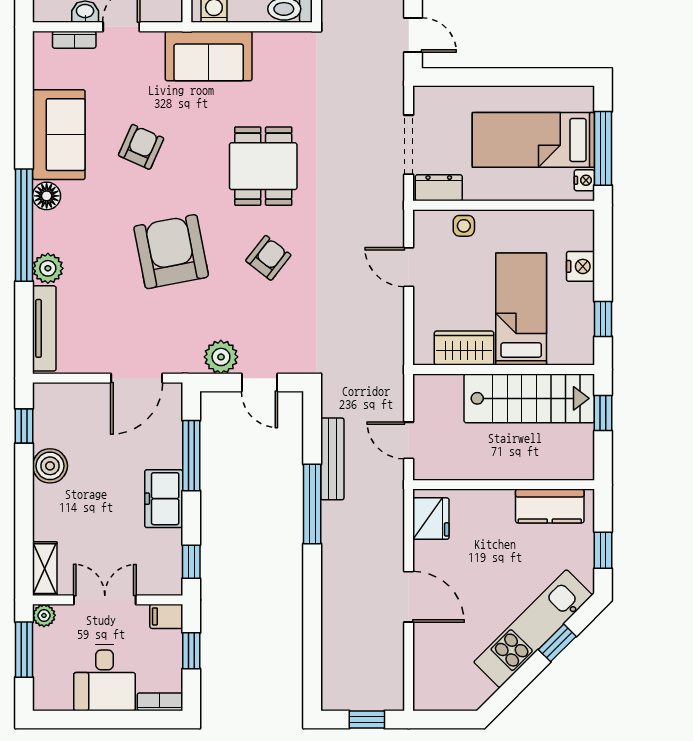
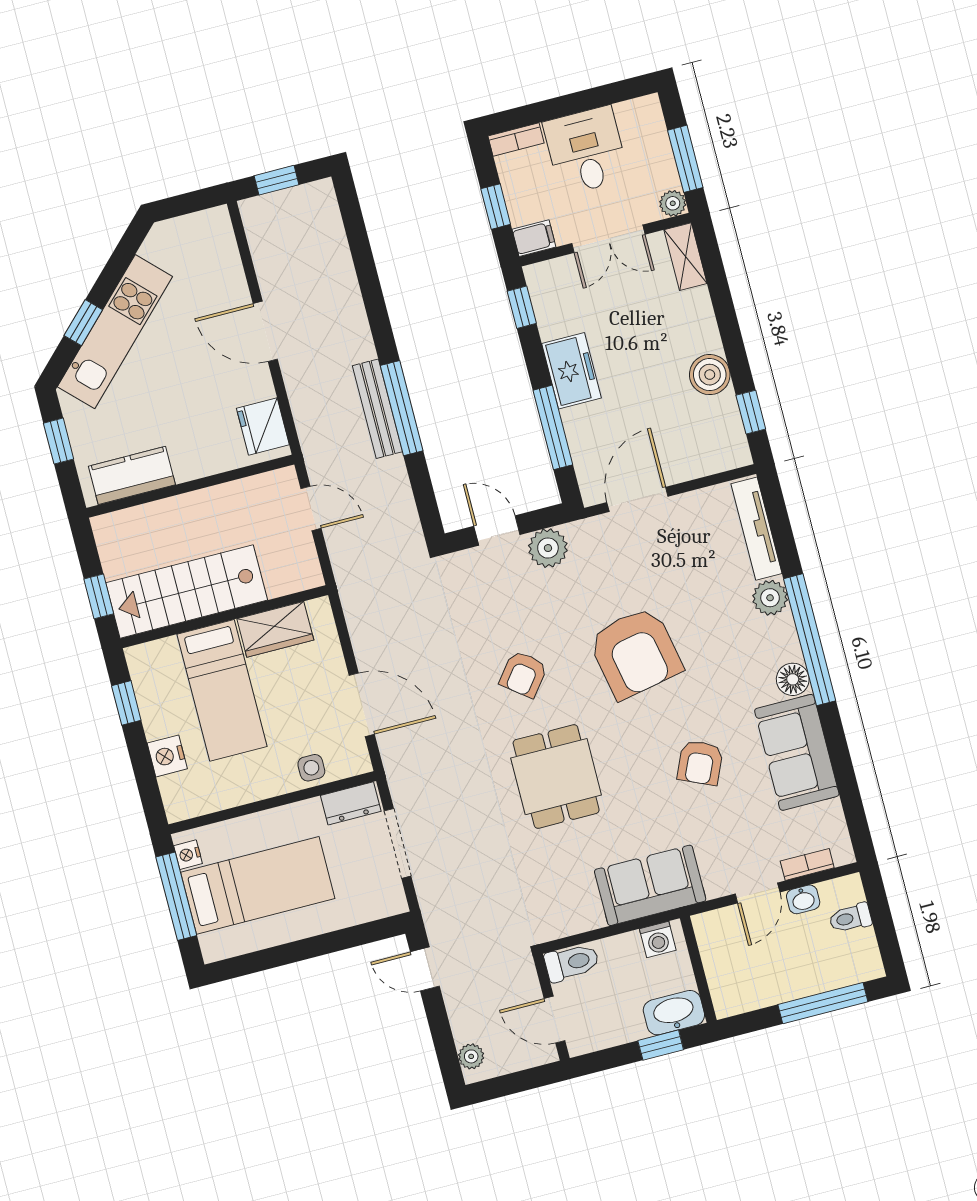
door: (409, 267) -> (362, 705), width x1.38
bench: (332, 459) -> (377, 409), moved

